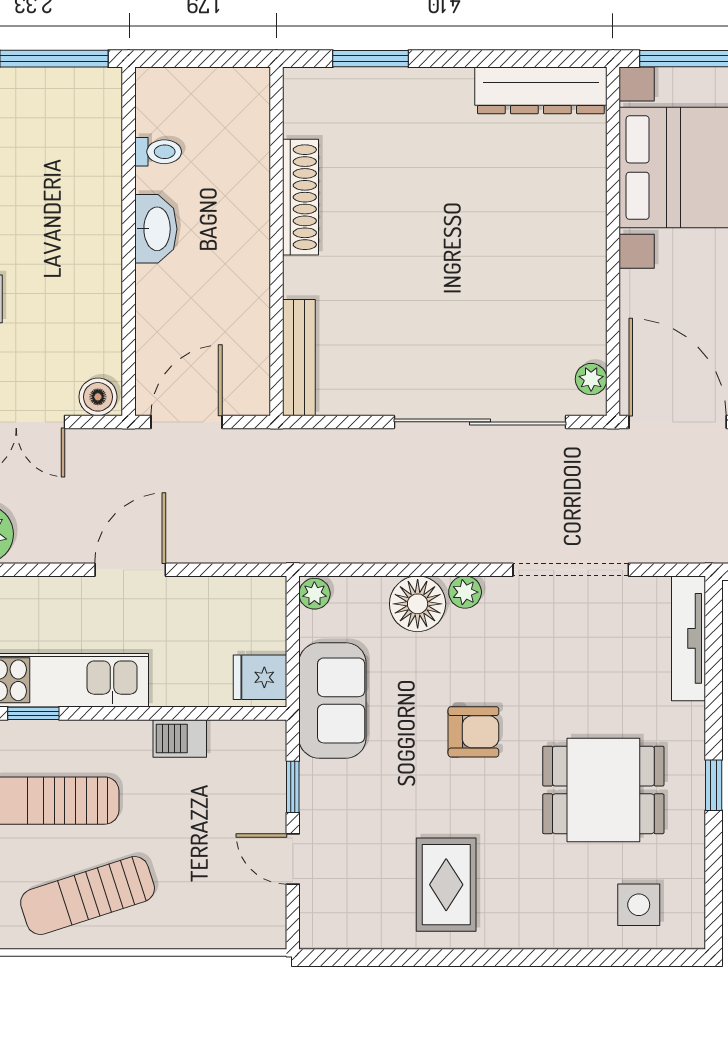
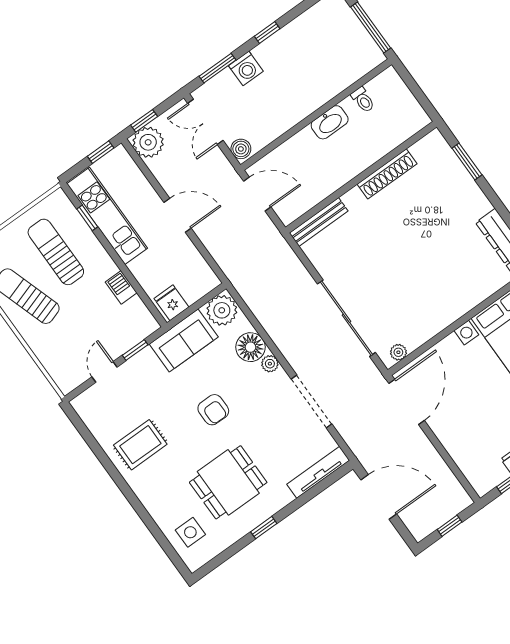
plant: (314, 594) -> (222, 310), width x1.87, depth x1.87
dining table: (603, 790) -> (228, 482), turned 90

